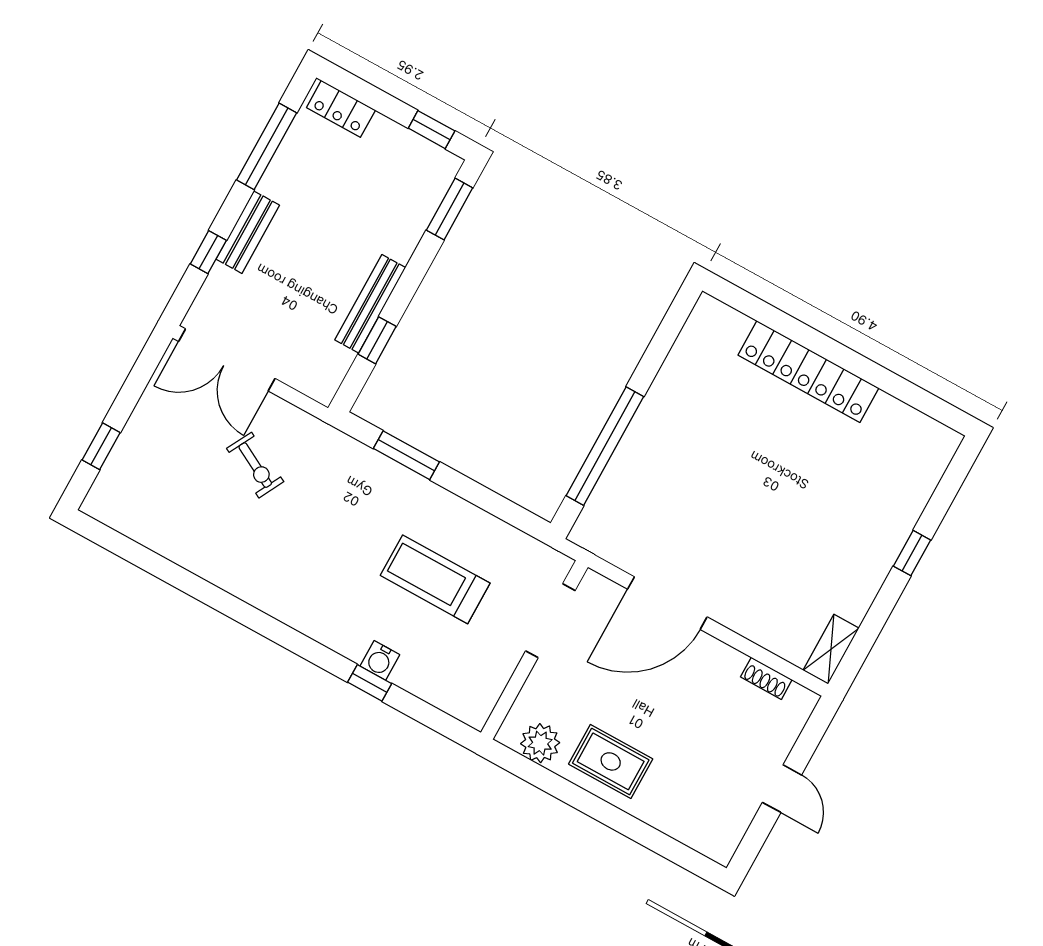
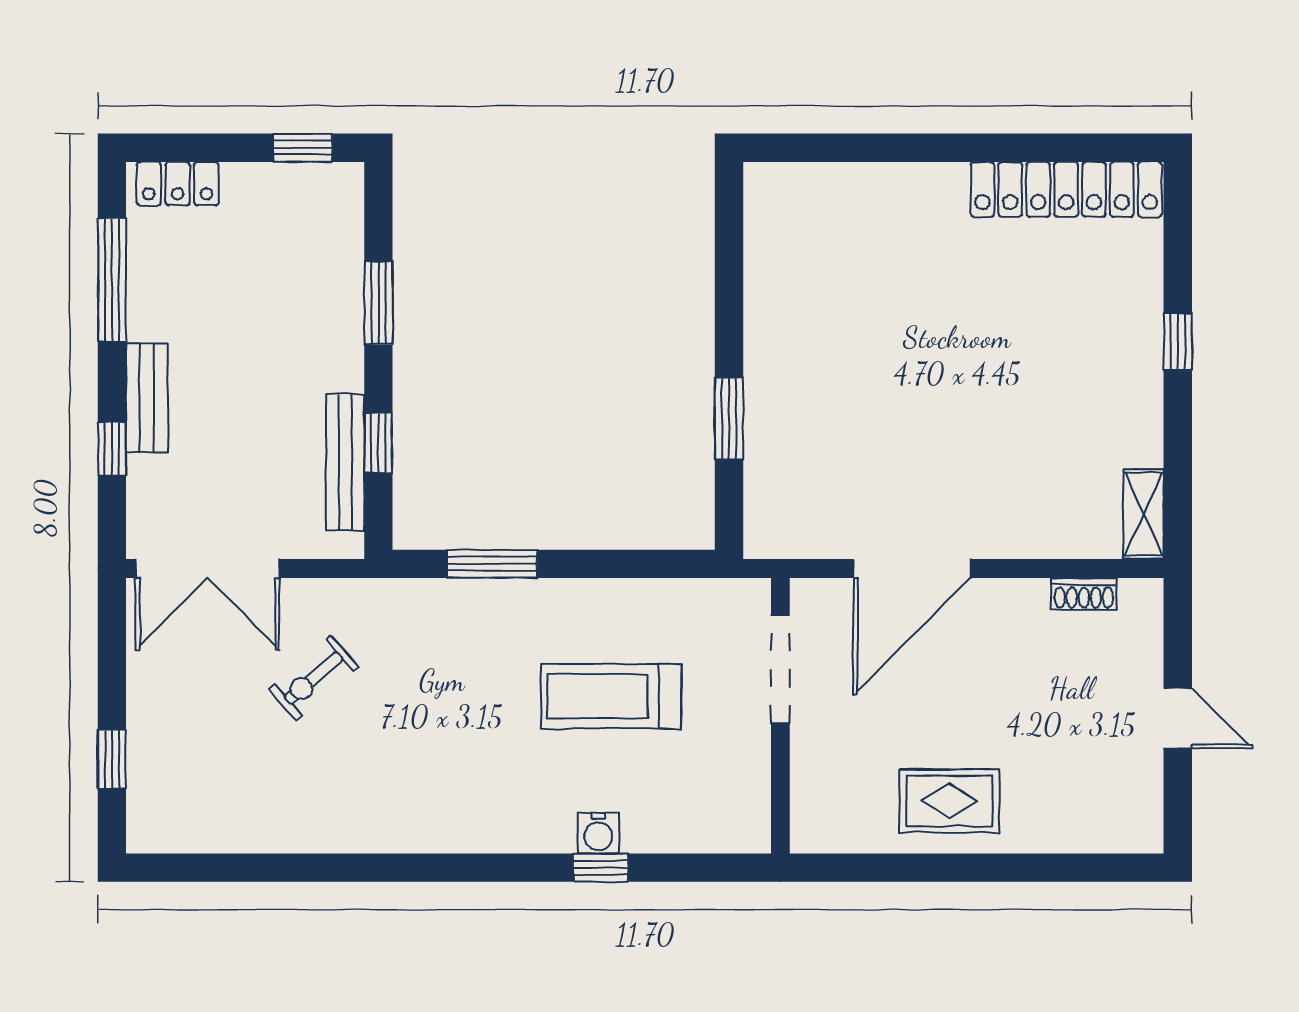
window: (450, 209) -> (378, 303), moved
bench: (370, 304) -> (345, 462), moved
locker: (808, 372) -> (1066, 189), moved
window: (605, 446) -> (729, 418), width x0.47
exercise bike: (255, 465) -> (313, 678), turned 111
plant: (540, 743) -> (851, 826), removed

